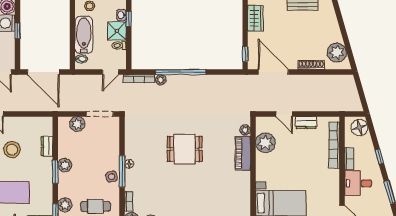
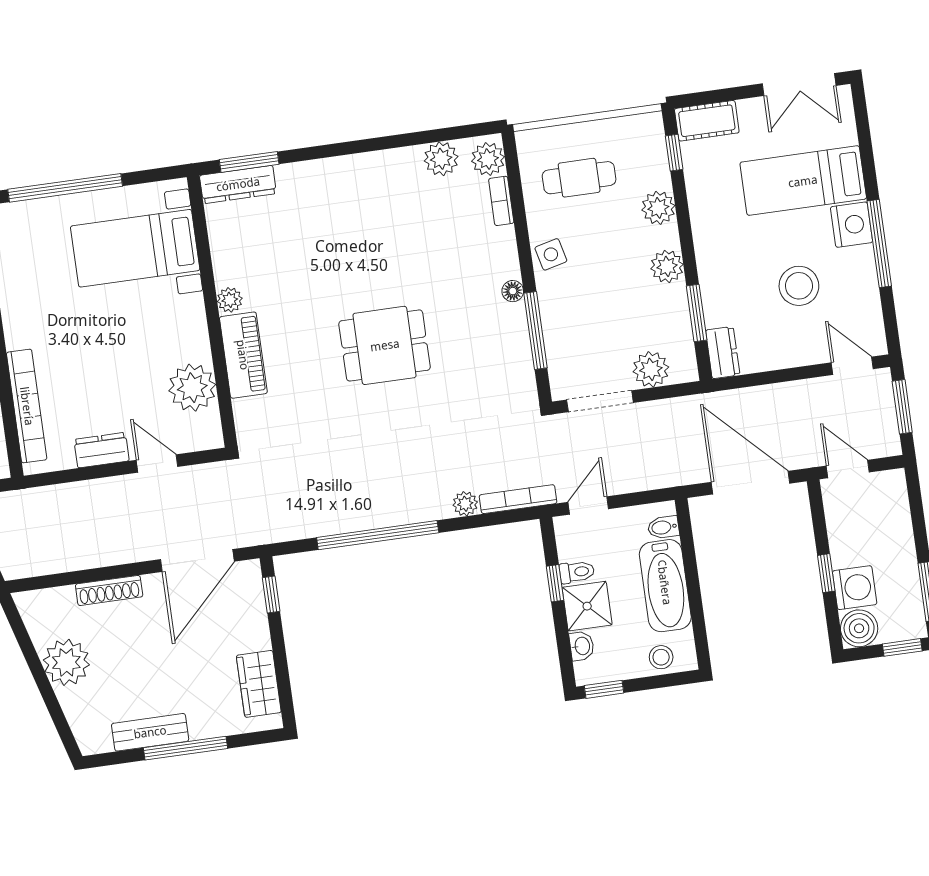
window: (129, 19) -> (555, 583), moved
plant: (337, 52) -> (66, 662), moved
window: (181, 72) -> (378, 535), moved
door: (273, 72) -> (197, 560), hinge flipped
plant: (245, 130) -> (230, 300), moved
dresser: (47, 146) -> (723, 353), moved
window: (122, 171) -> (536, 330), moved
window: (55, 172) -> (697, 313), moved
plant: (65, 205) -> (658, 208), moved

